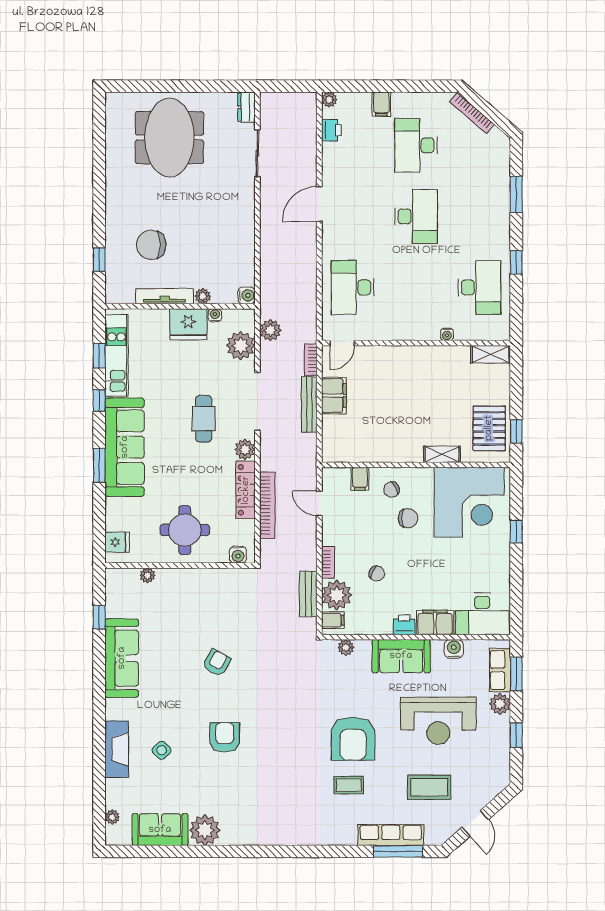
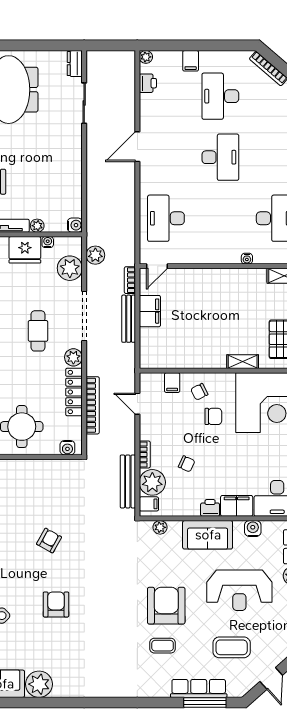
bench: (308, 594) -> (128, 481), width x1.36
armchair: (353, 739) -> (166, 606), turned 180

